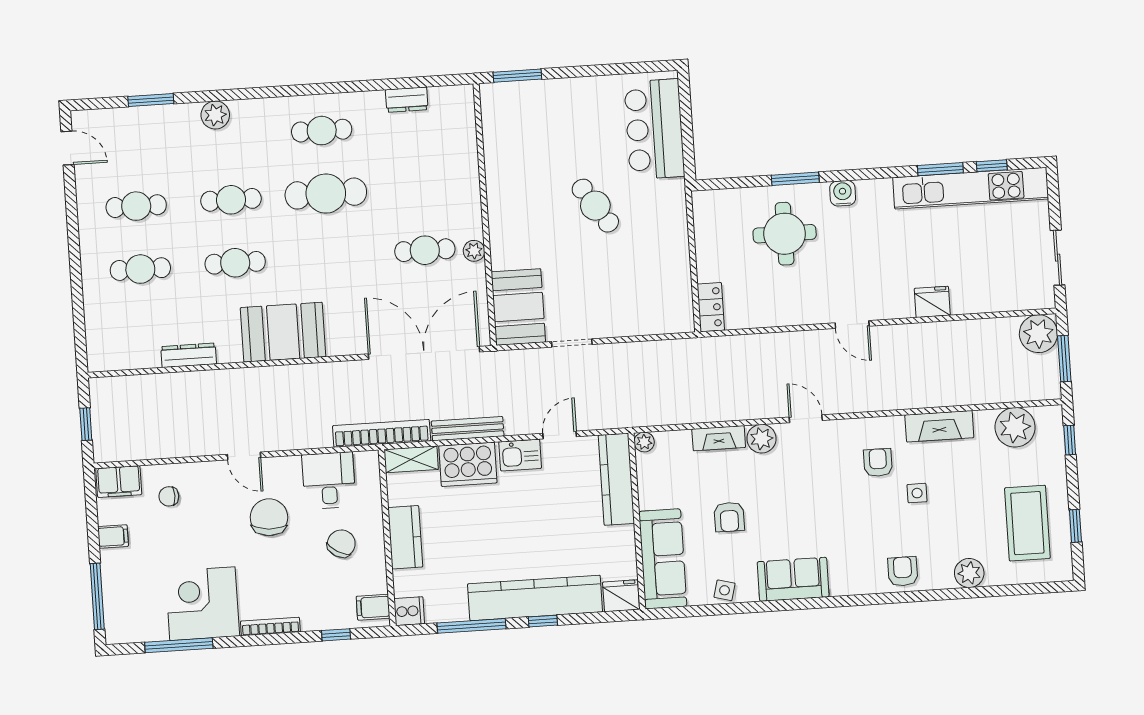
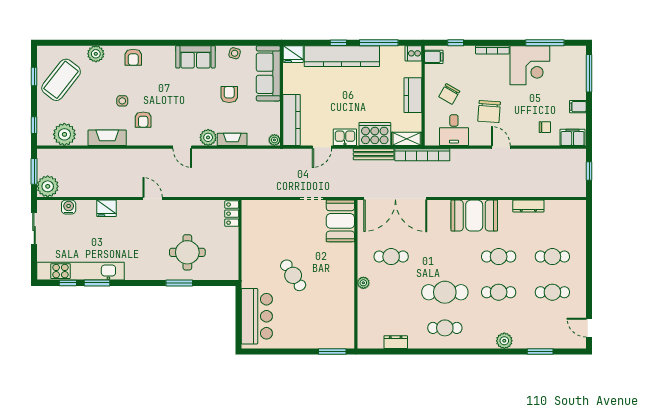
water cooler: (843, 193) -> (69, 207), moved, turned 180
plant: (474, 251) -> (363, 283), moved
coffee table: (1027, 523) -> (61, 80), turned 38

